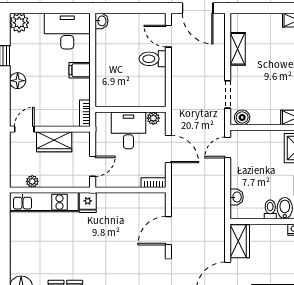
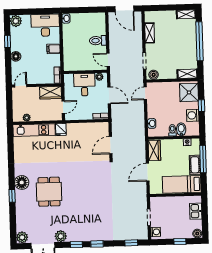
door: (168, 36) -> (108, 60), moved
wardrobe: (54, 142) -> (51, 93), moved

